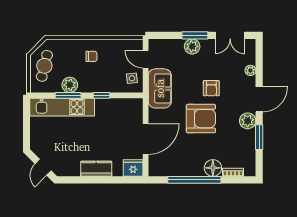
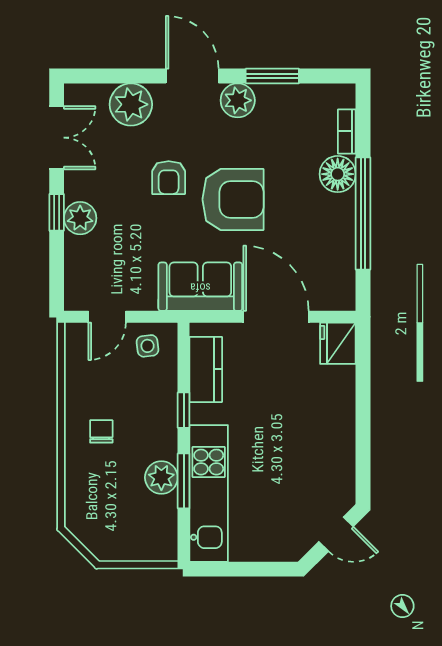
window: (195, 35) -> (57, 212), width x0.67
cafe table: (44, 66) -> (121, 531), removed
plant: (250, 70) -> (131, 104), width x1.88, depth x1.88
sofa: (160, 88) -> (200, 287), moved
armchair: (211, 88) -> (169, 178), turned 90
armchair: (201, 119) -> (233, 199), turned 90
kitchen counter: (96, 169) -> (206, 369), moved, turned 180

